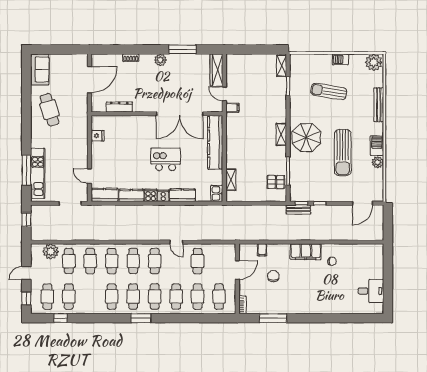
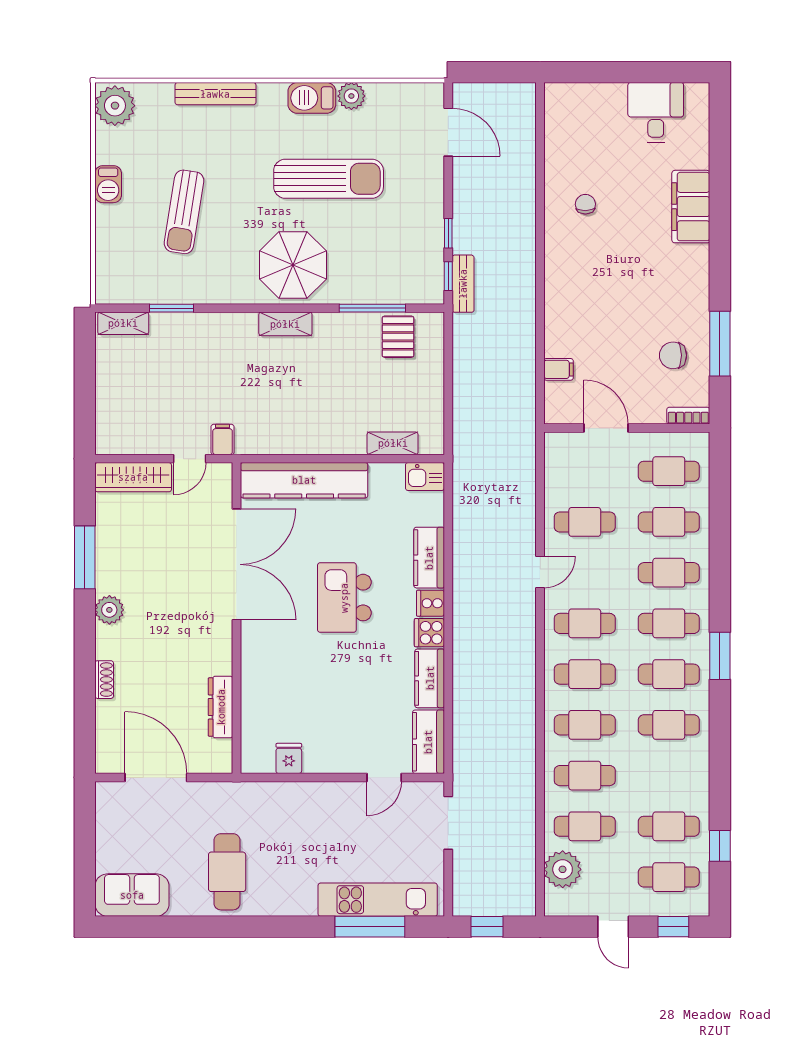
cafe table: (50, 110) -> (227, 872), turned -73
filing cabinet: (306, 252) -> (691, 207), moved, turned 180
chair: (273, 276) -> (673, 355), moved

